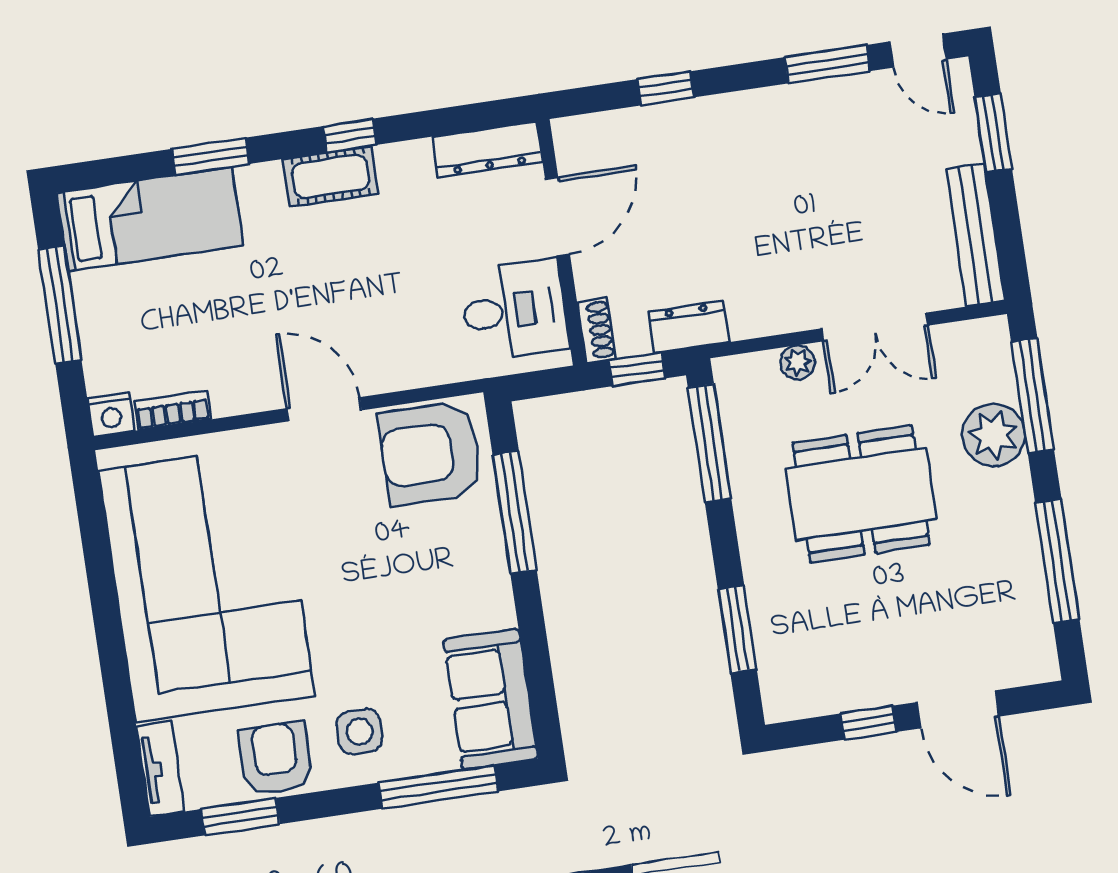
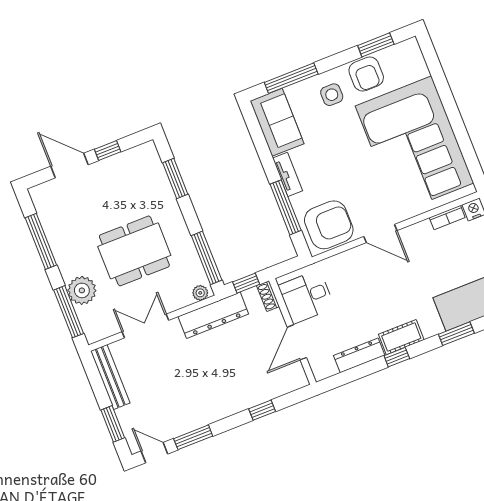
dresser: (487, 149) -> (359, 355), moved
dresser: (688, 327) -> (213, 315), width x1.96, depth x1.24
plant: (798, 362) -> (200, 293), moved
tv unit: (160, 769) -> (288, 174), moved, turned 180

